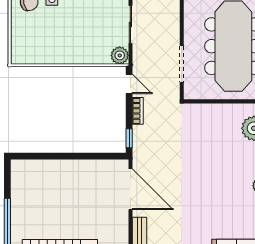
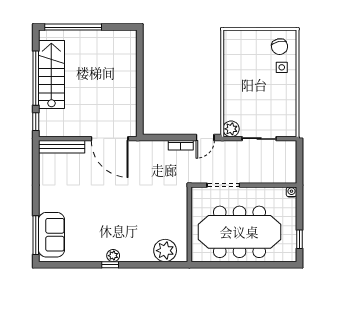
window: (129, 138) -> (156, 137), removed
door: (130, 189) -> (110, 139), hinge flipped

